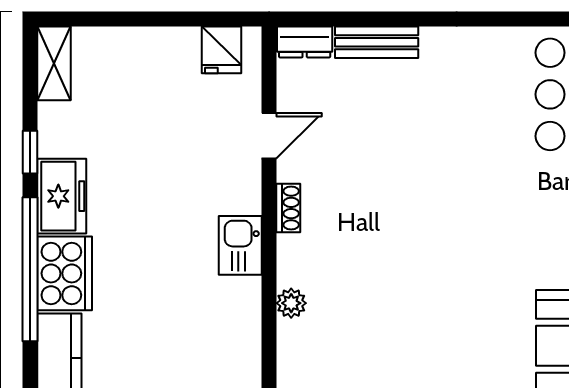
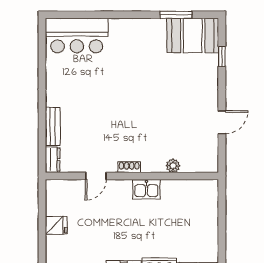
fridge: (222, 50) -> (56, 225), moved
door: (269, 136) -> (96, 176), swing flipped

